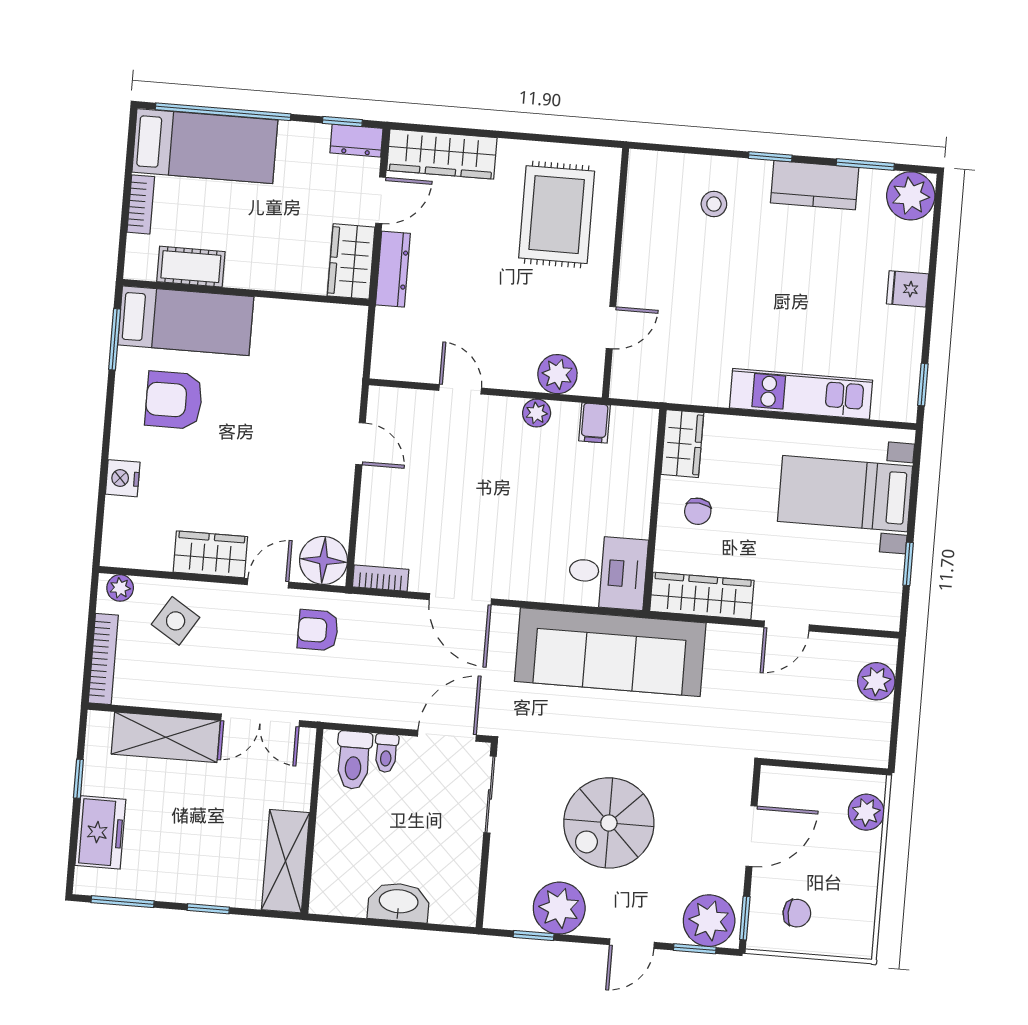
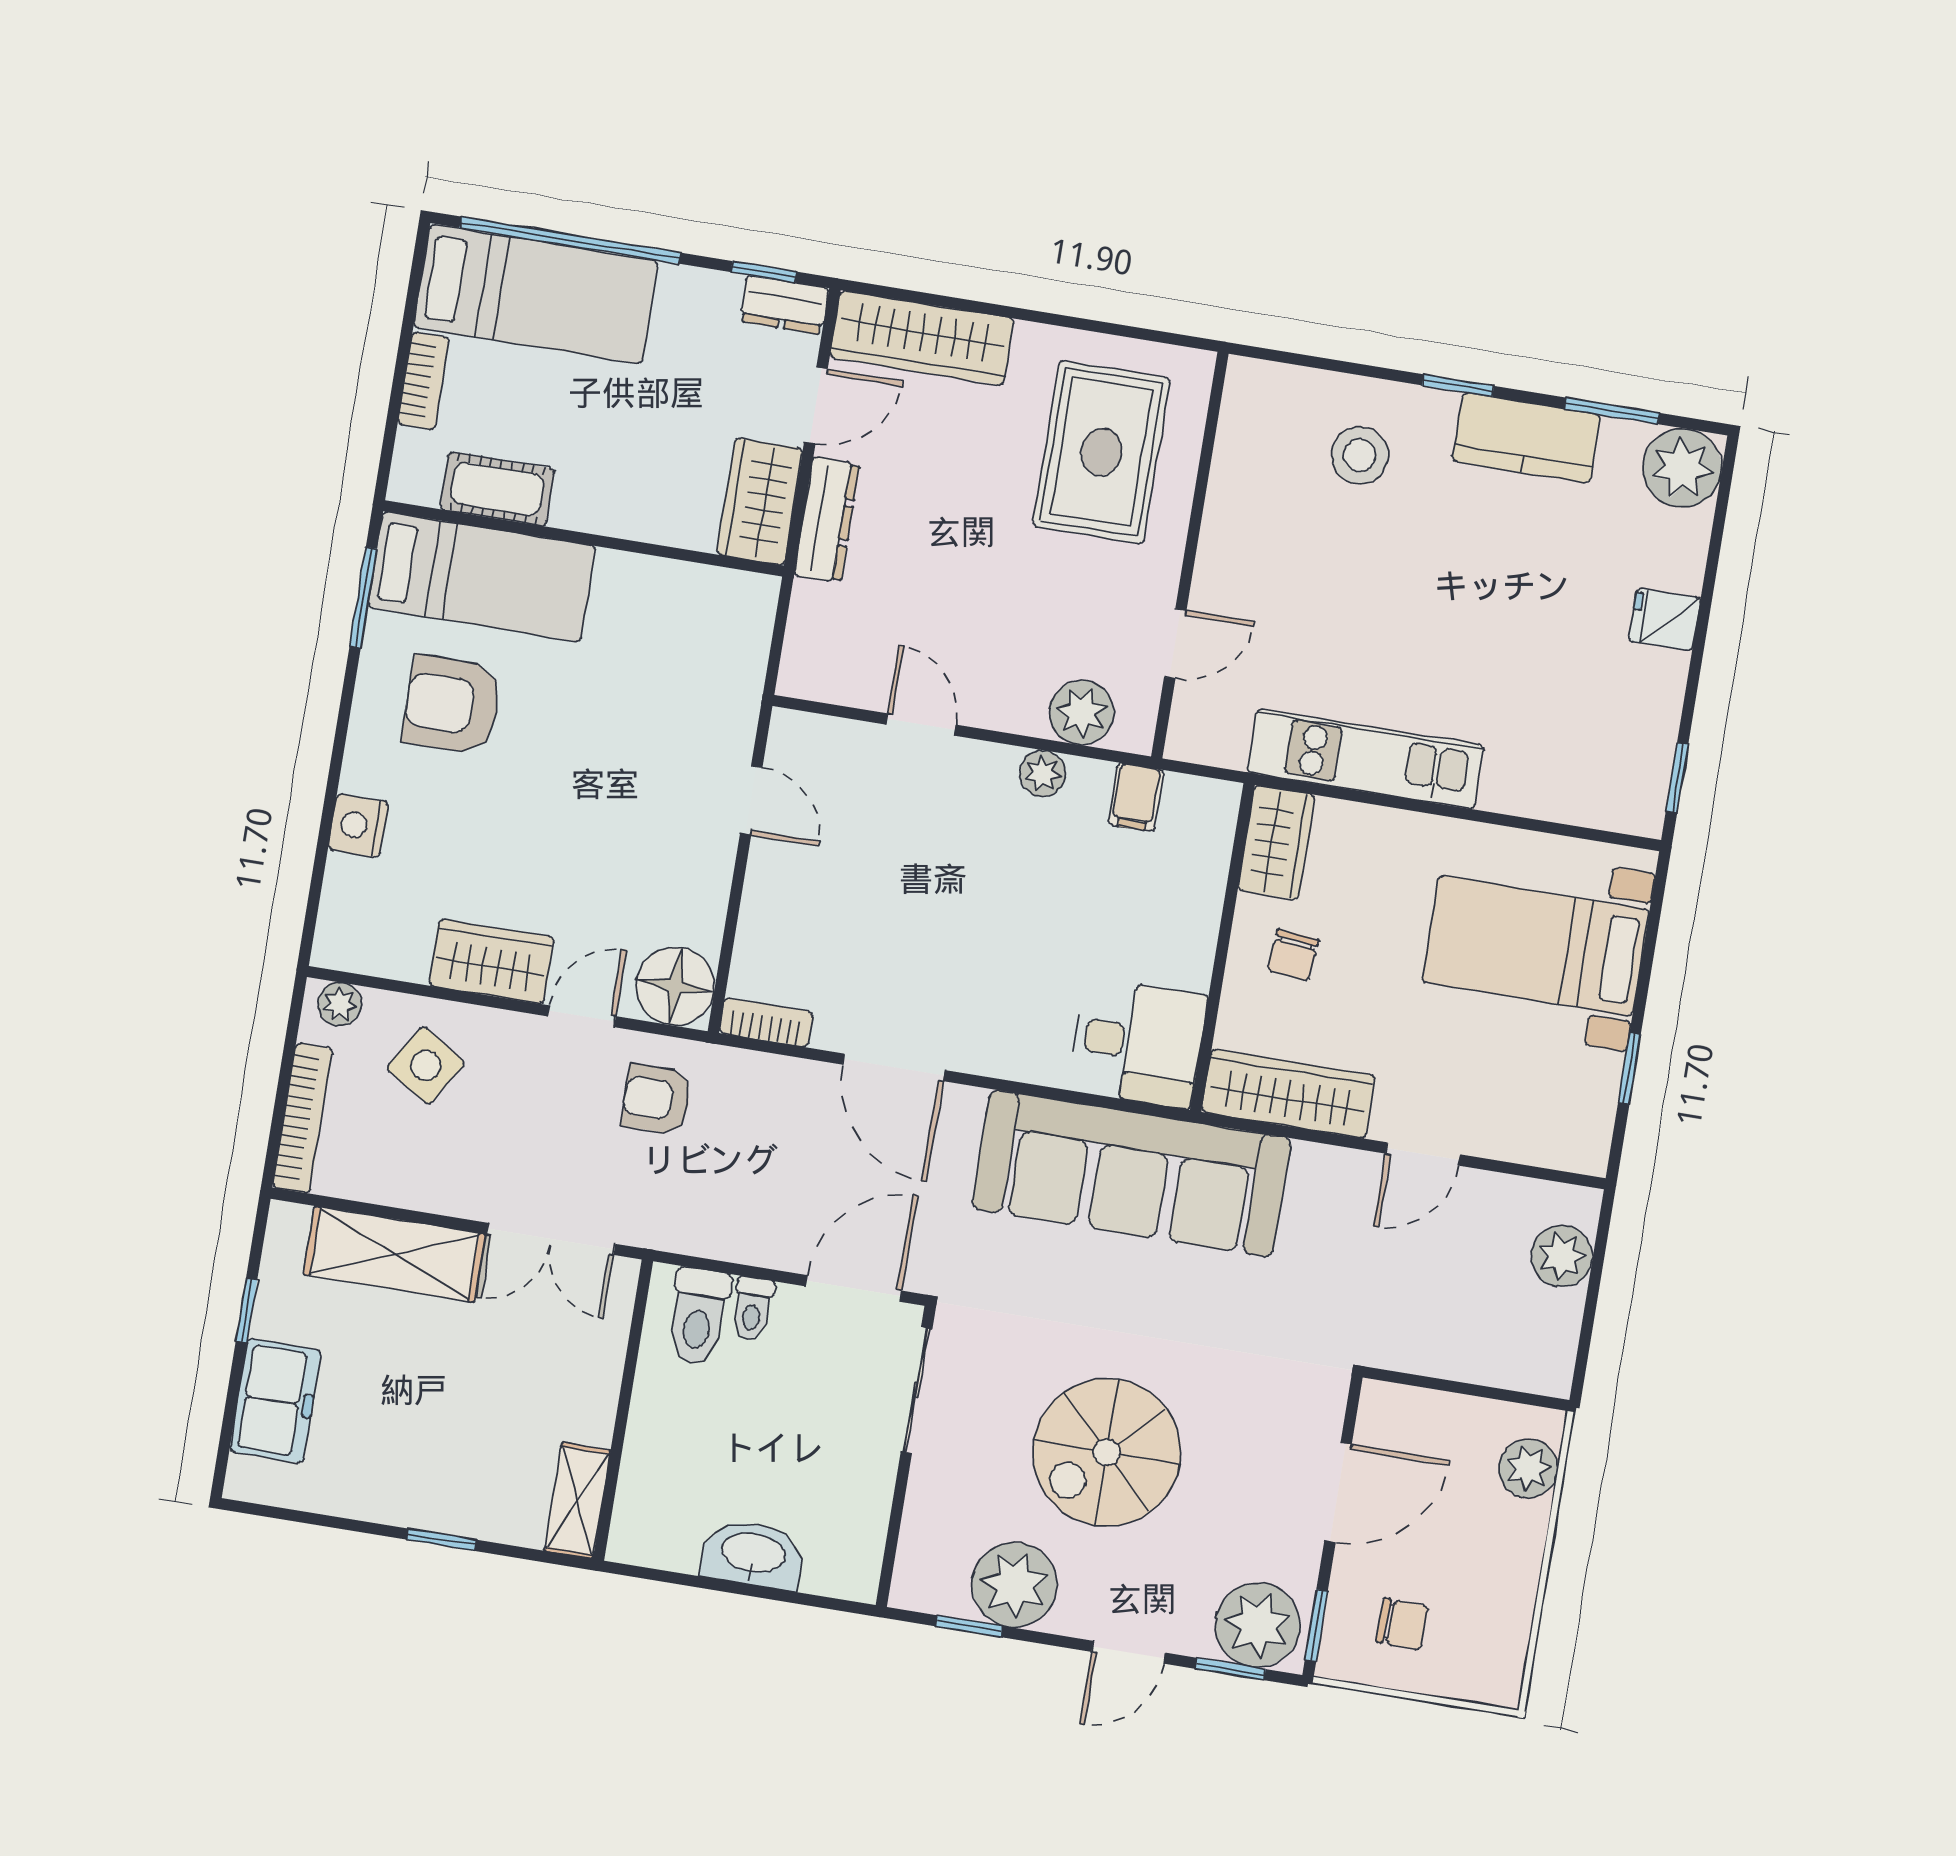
stool: (714, 204) -> (1360, 455), width x1.37, depth x1.37
kitchen unit: (801, 394) -> (1366, 759), moved
shelving: (285, 861) -> (577, 1501), width x0.67, depth x0.75
window: (123, 902) -> (302, 1517), removed

